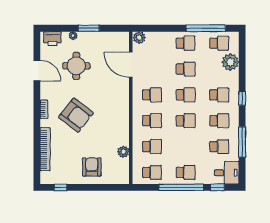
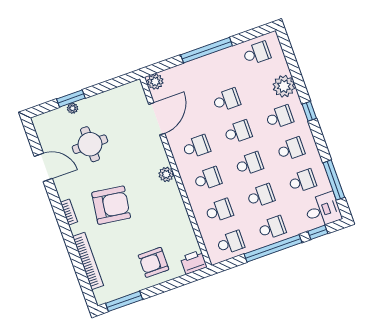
window: (89, 28) -> (71, 99), moved
window: (206, 28) -> (207, 50), moved
printer: (52, 39) -> (194, 262), moved, turned 180
school desk: (186, 43) -> (261, 196), moved
plant: (230, 62) -> (284, 86), moved
door: (131, 65) -> (157, 119), swing flipped
armchair: (76, 115) -> (111, 205), turned -30
window: (242, 142) -> (334, 180), moved
plant: (123, 152) -> (166, 174), moved
armchair: (92, 167) -> (154, 262), turned -90
window: (61, 187) -> (124, 301), width x2.17

